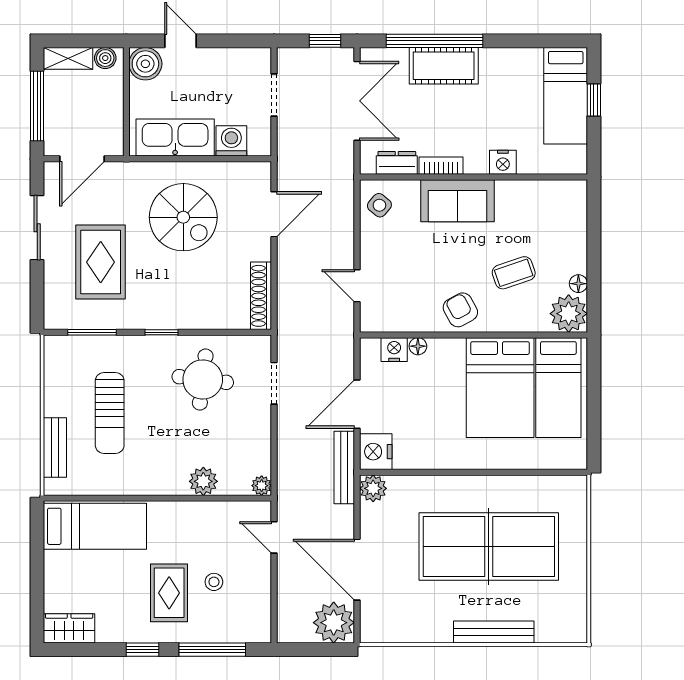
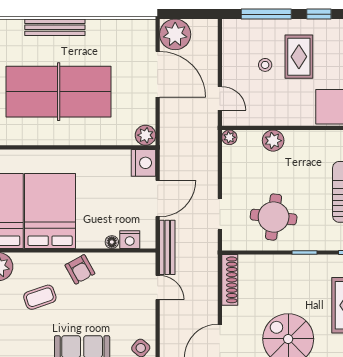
bench: (344, 468) -> (167, 247), moved

